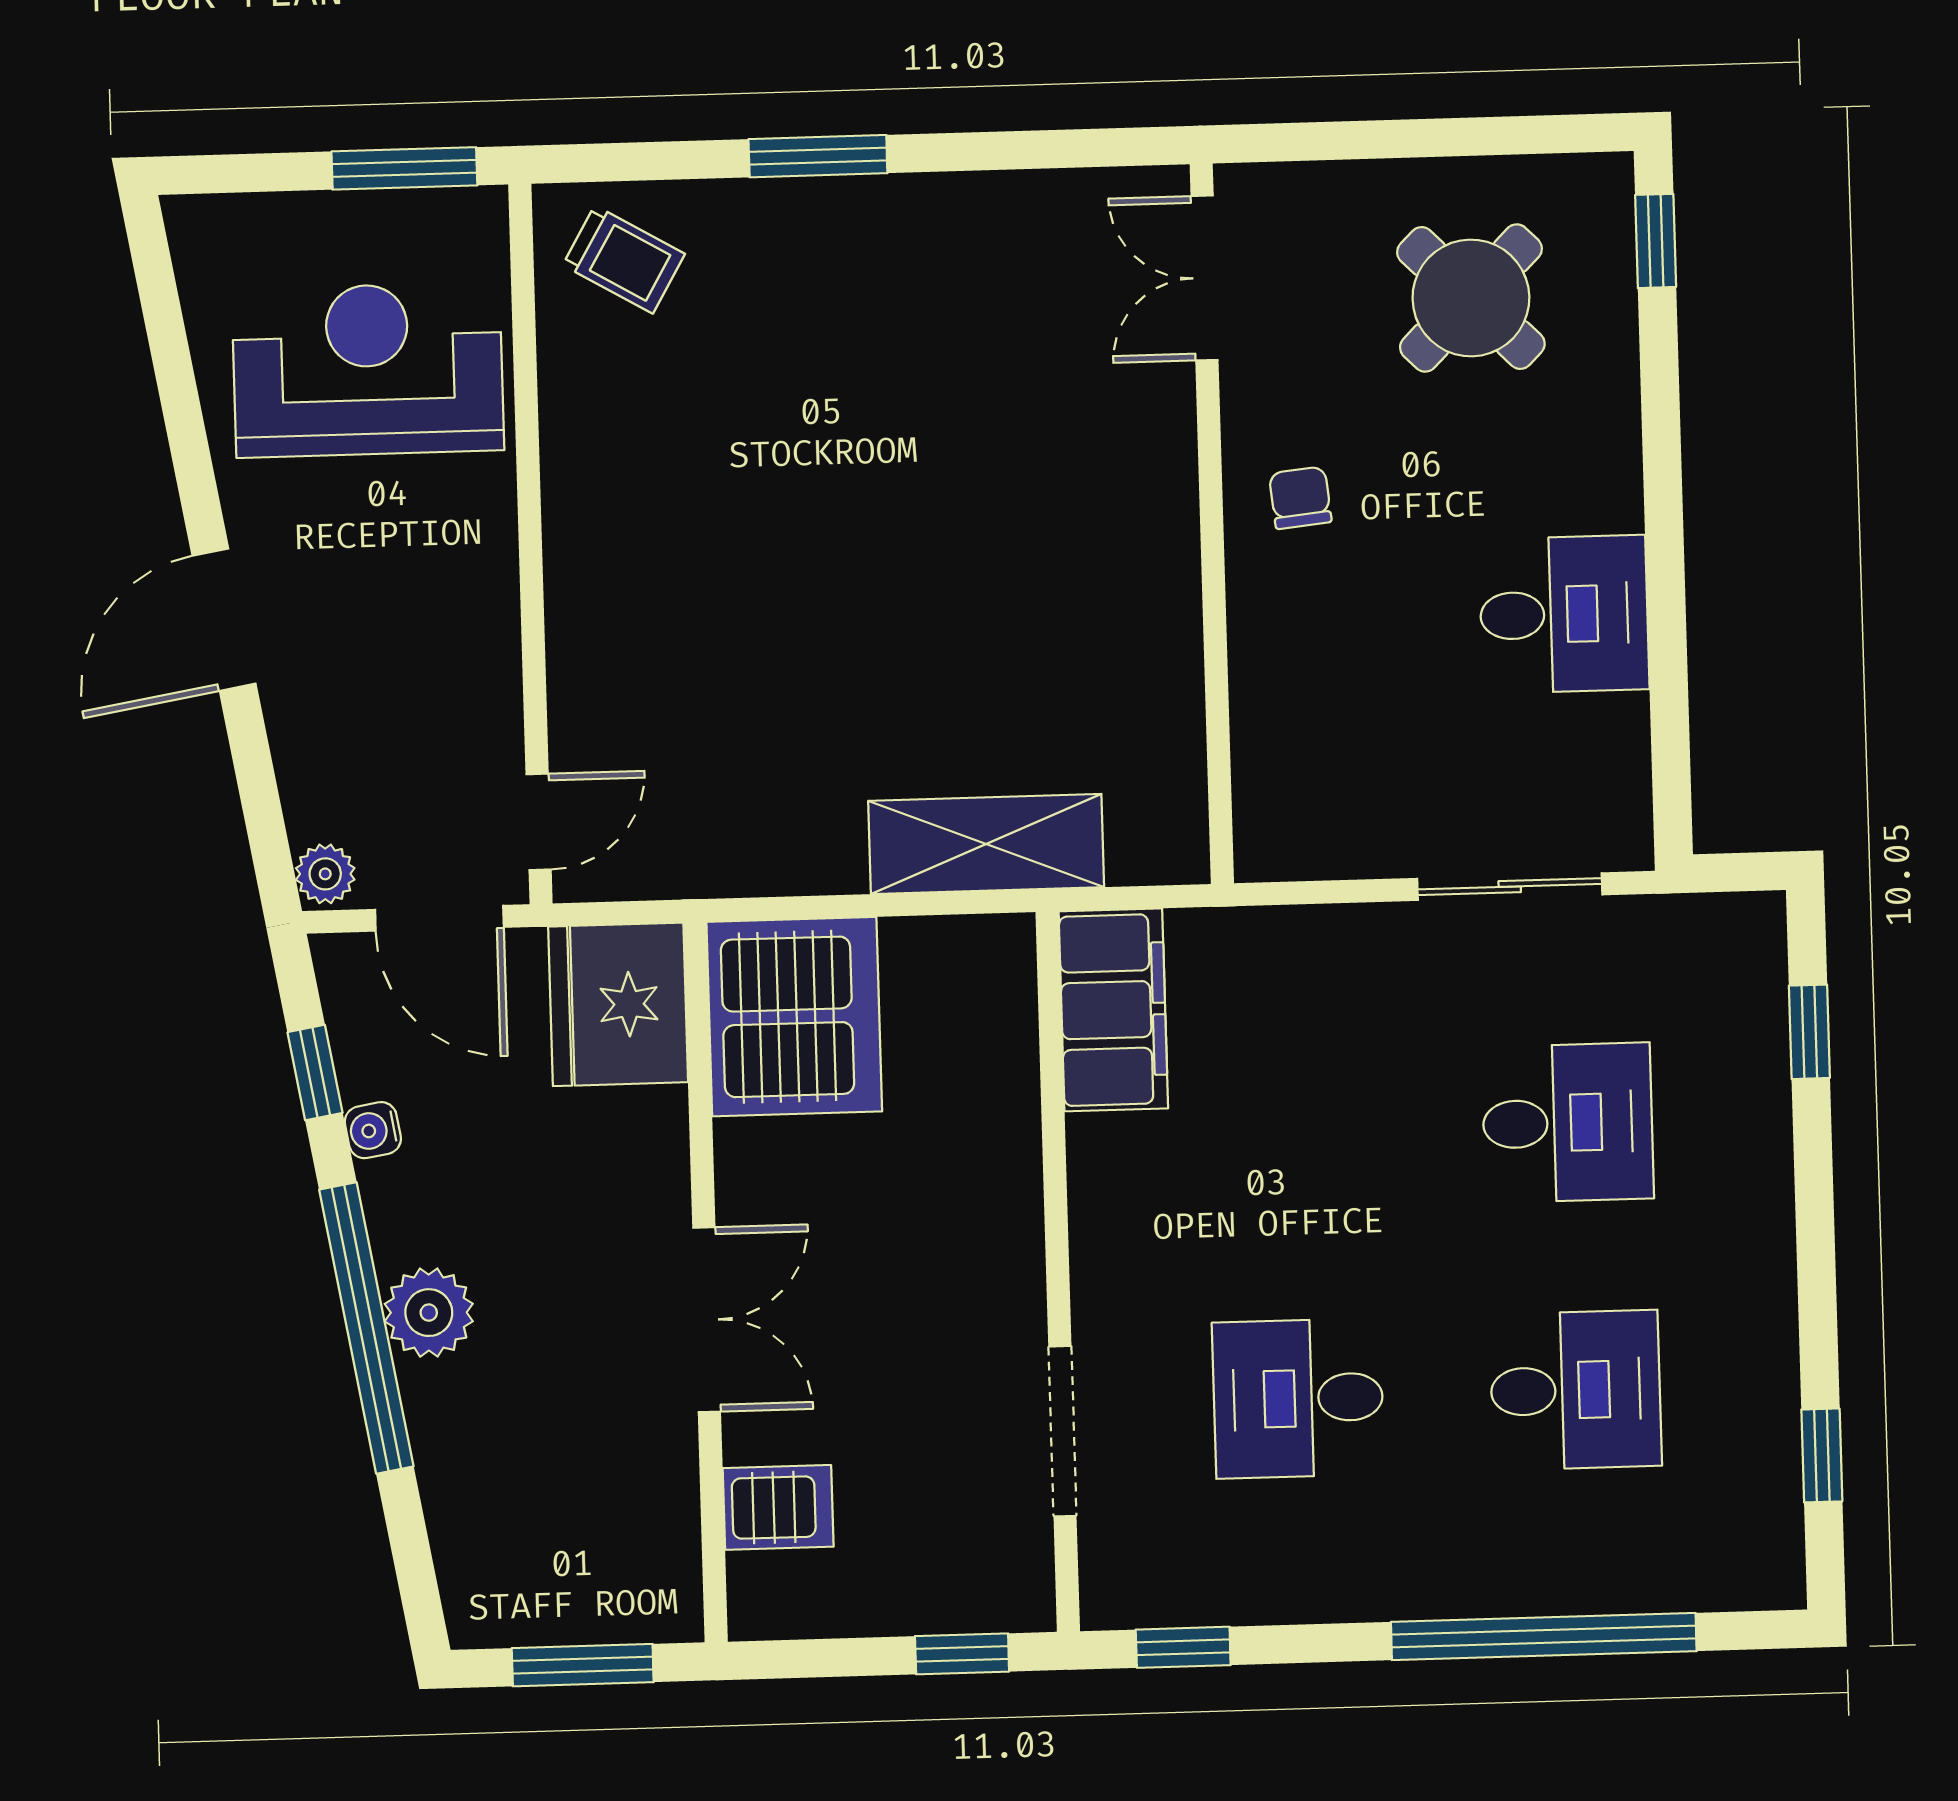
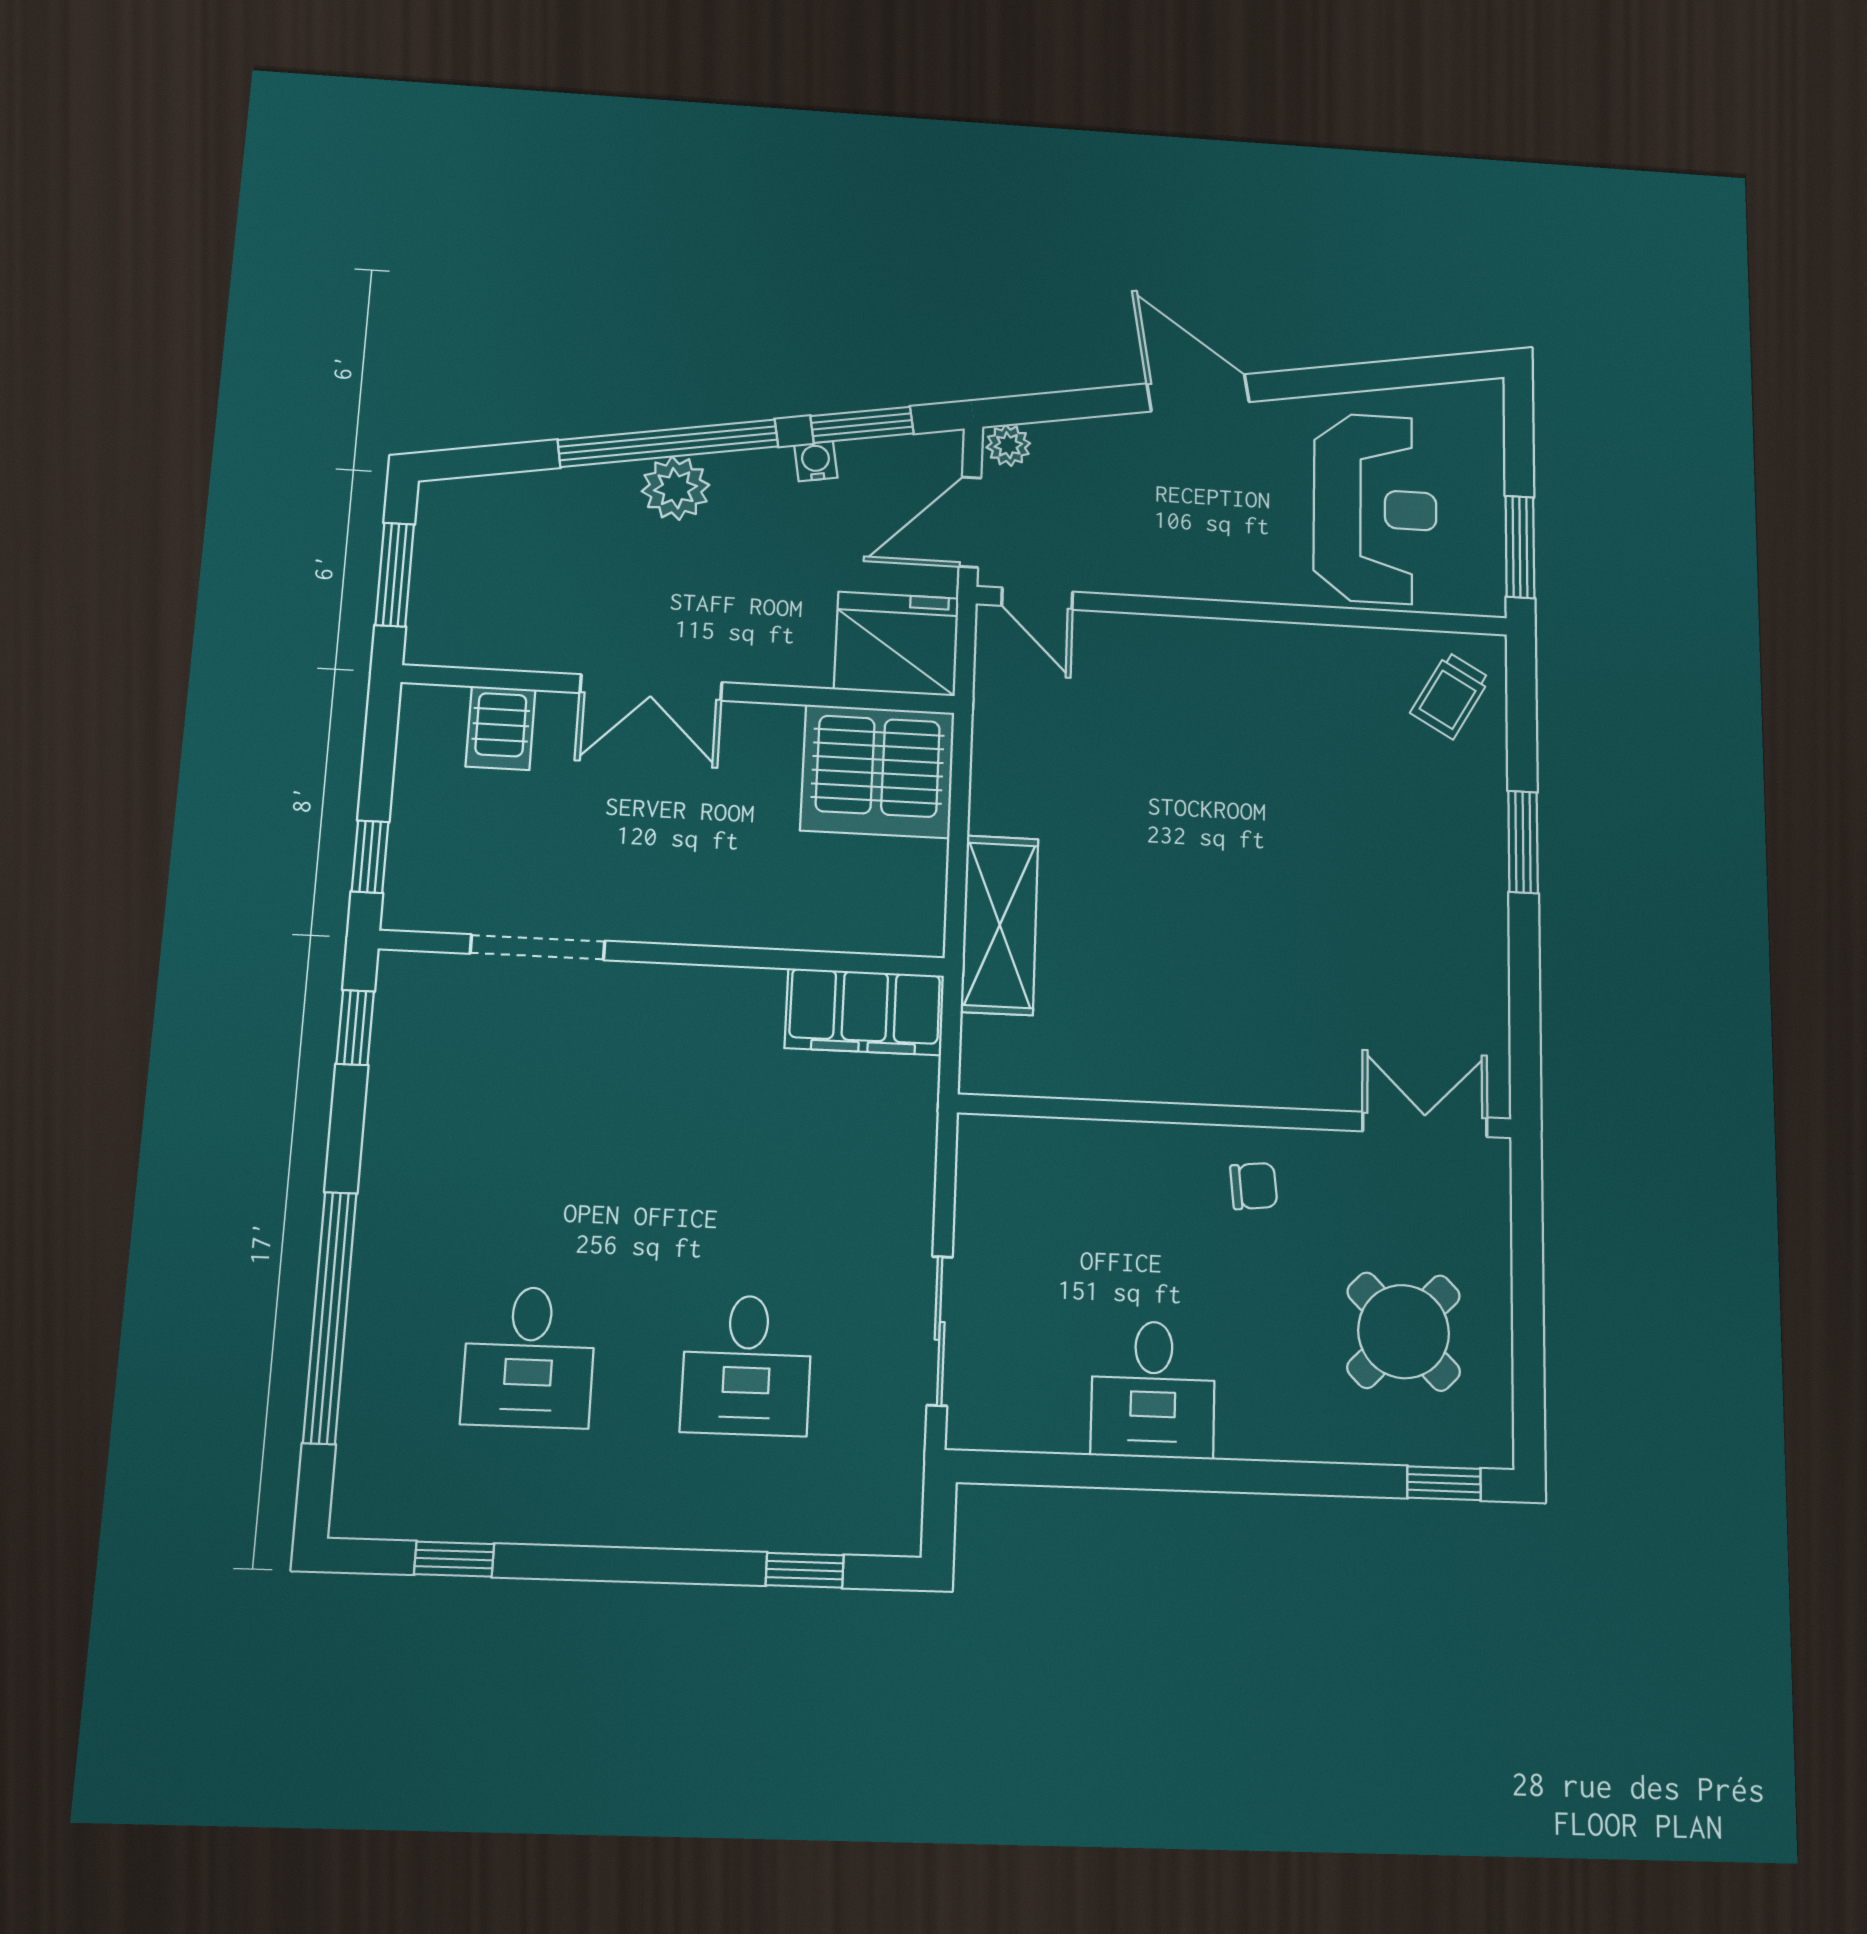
window: (315, 1072) -> (862, 425), width x1.50
desk: (1298, 1398) -> (545, 1133), removed

